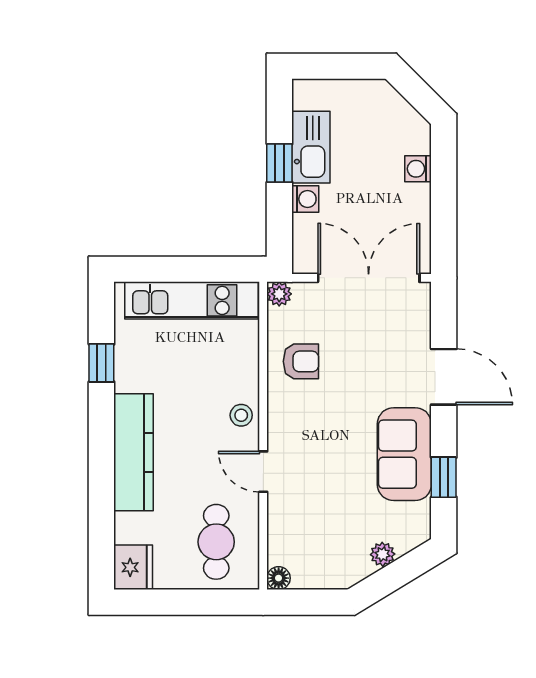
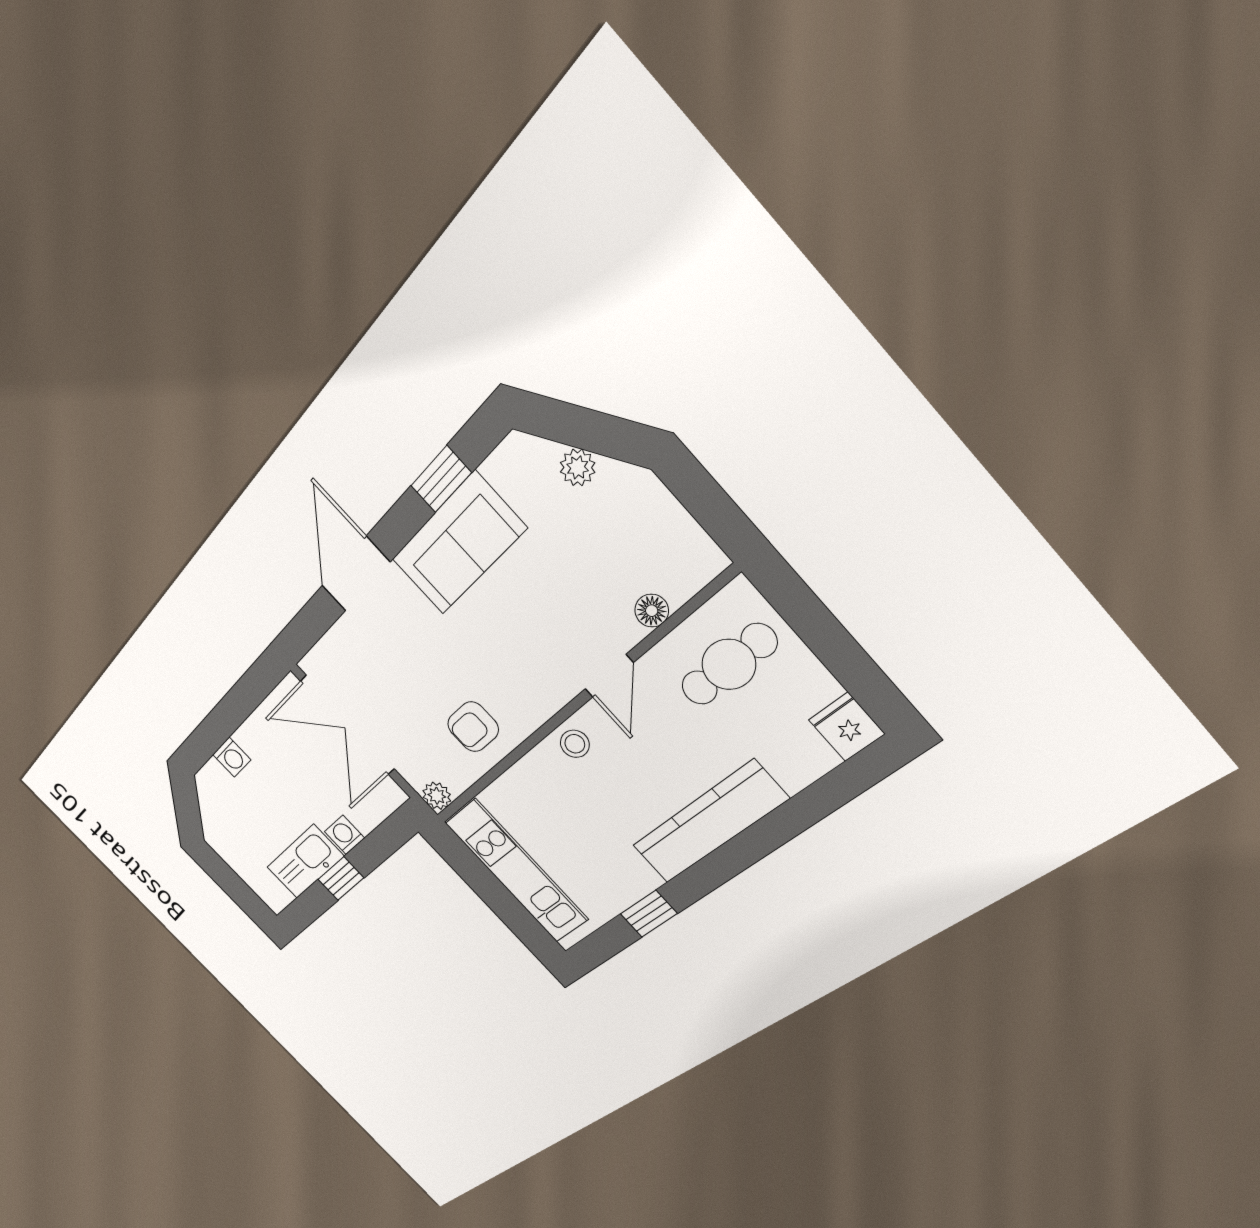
armchair: (301, 361) -> (473, 727), turned -90
fridge: (133, 567) -> (847, 727), width x0.72
floor lamp: (279, 578) -> (652, 611), moved

